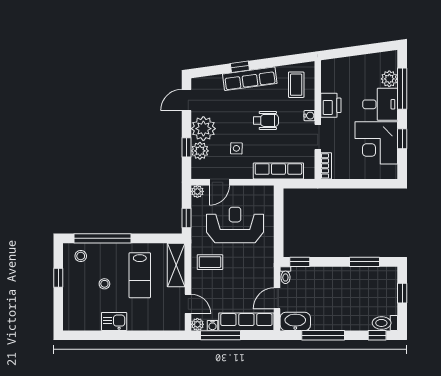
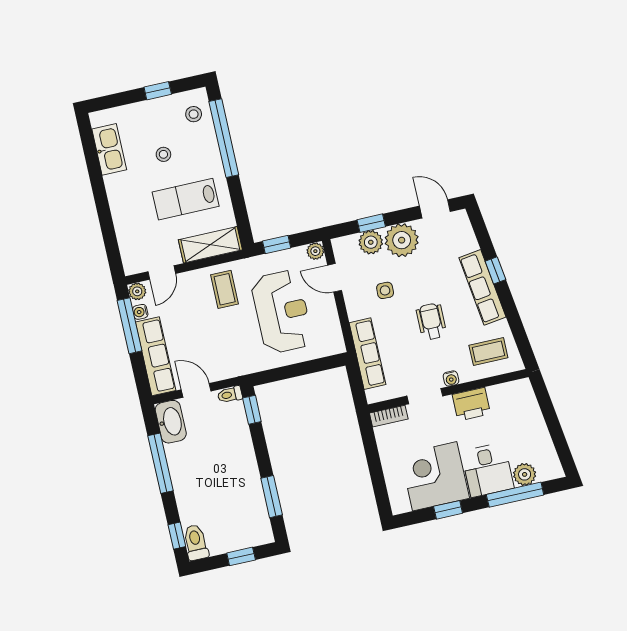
wheelchair: (266, 120) -> (431, 321), turned 180
kitchen sink: (114, 322) -> (109, 149), moved, width x1.38

